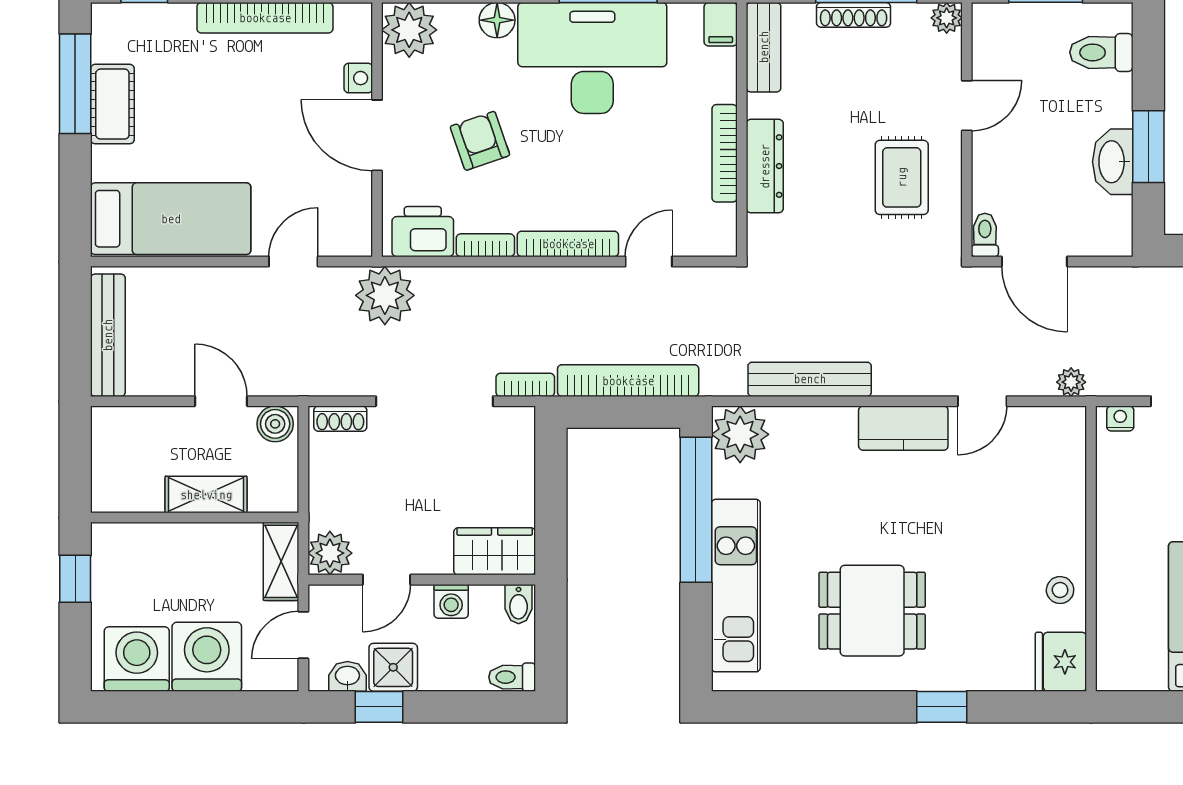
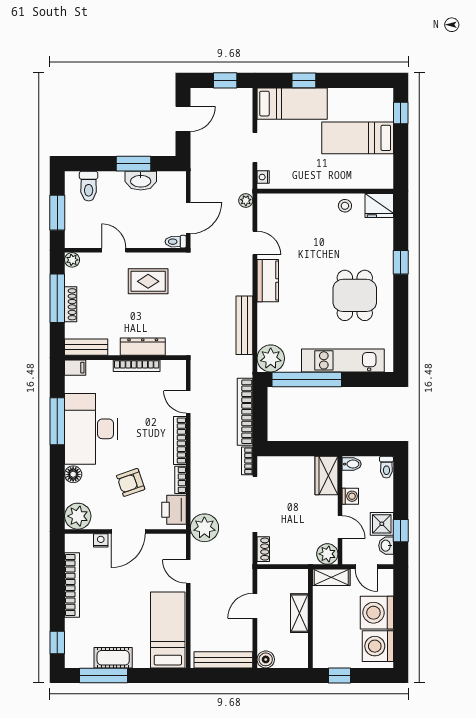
boiler: (275, 424) -> (266, 659), moved

